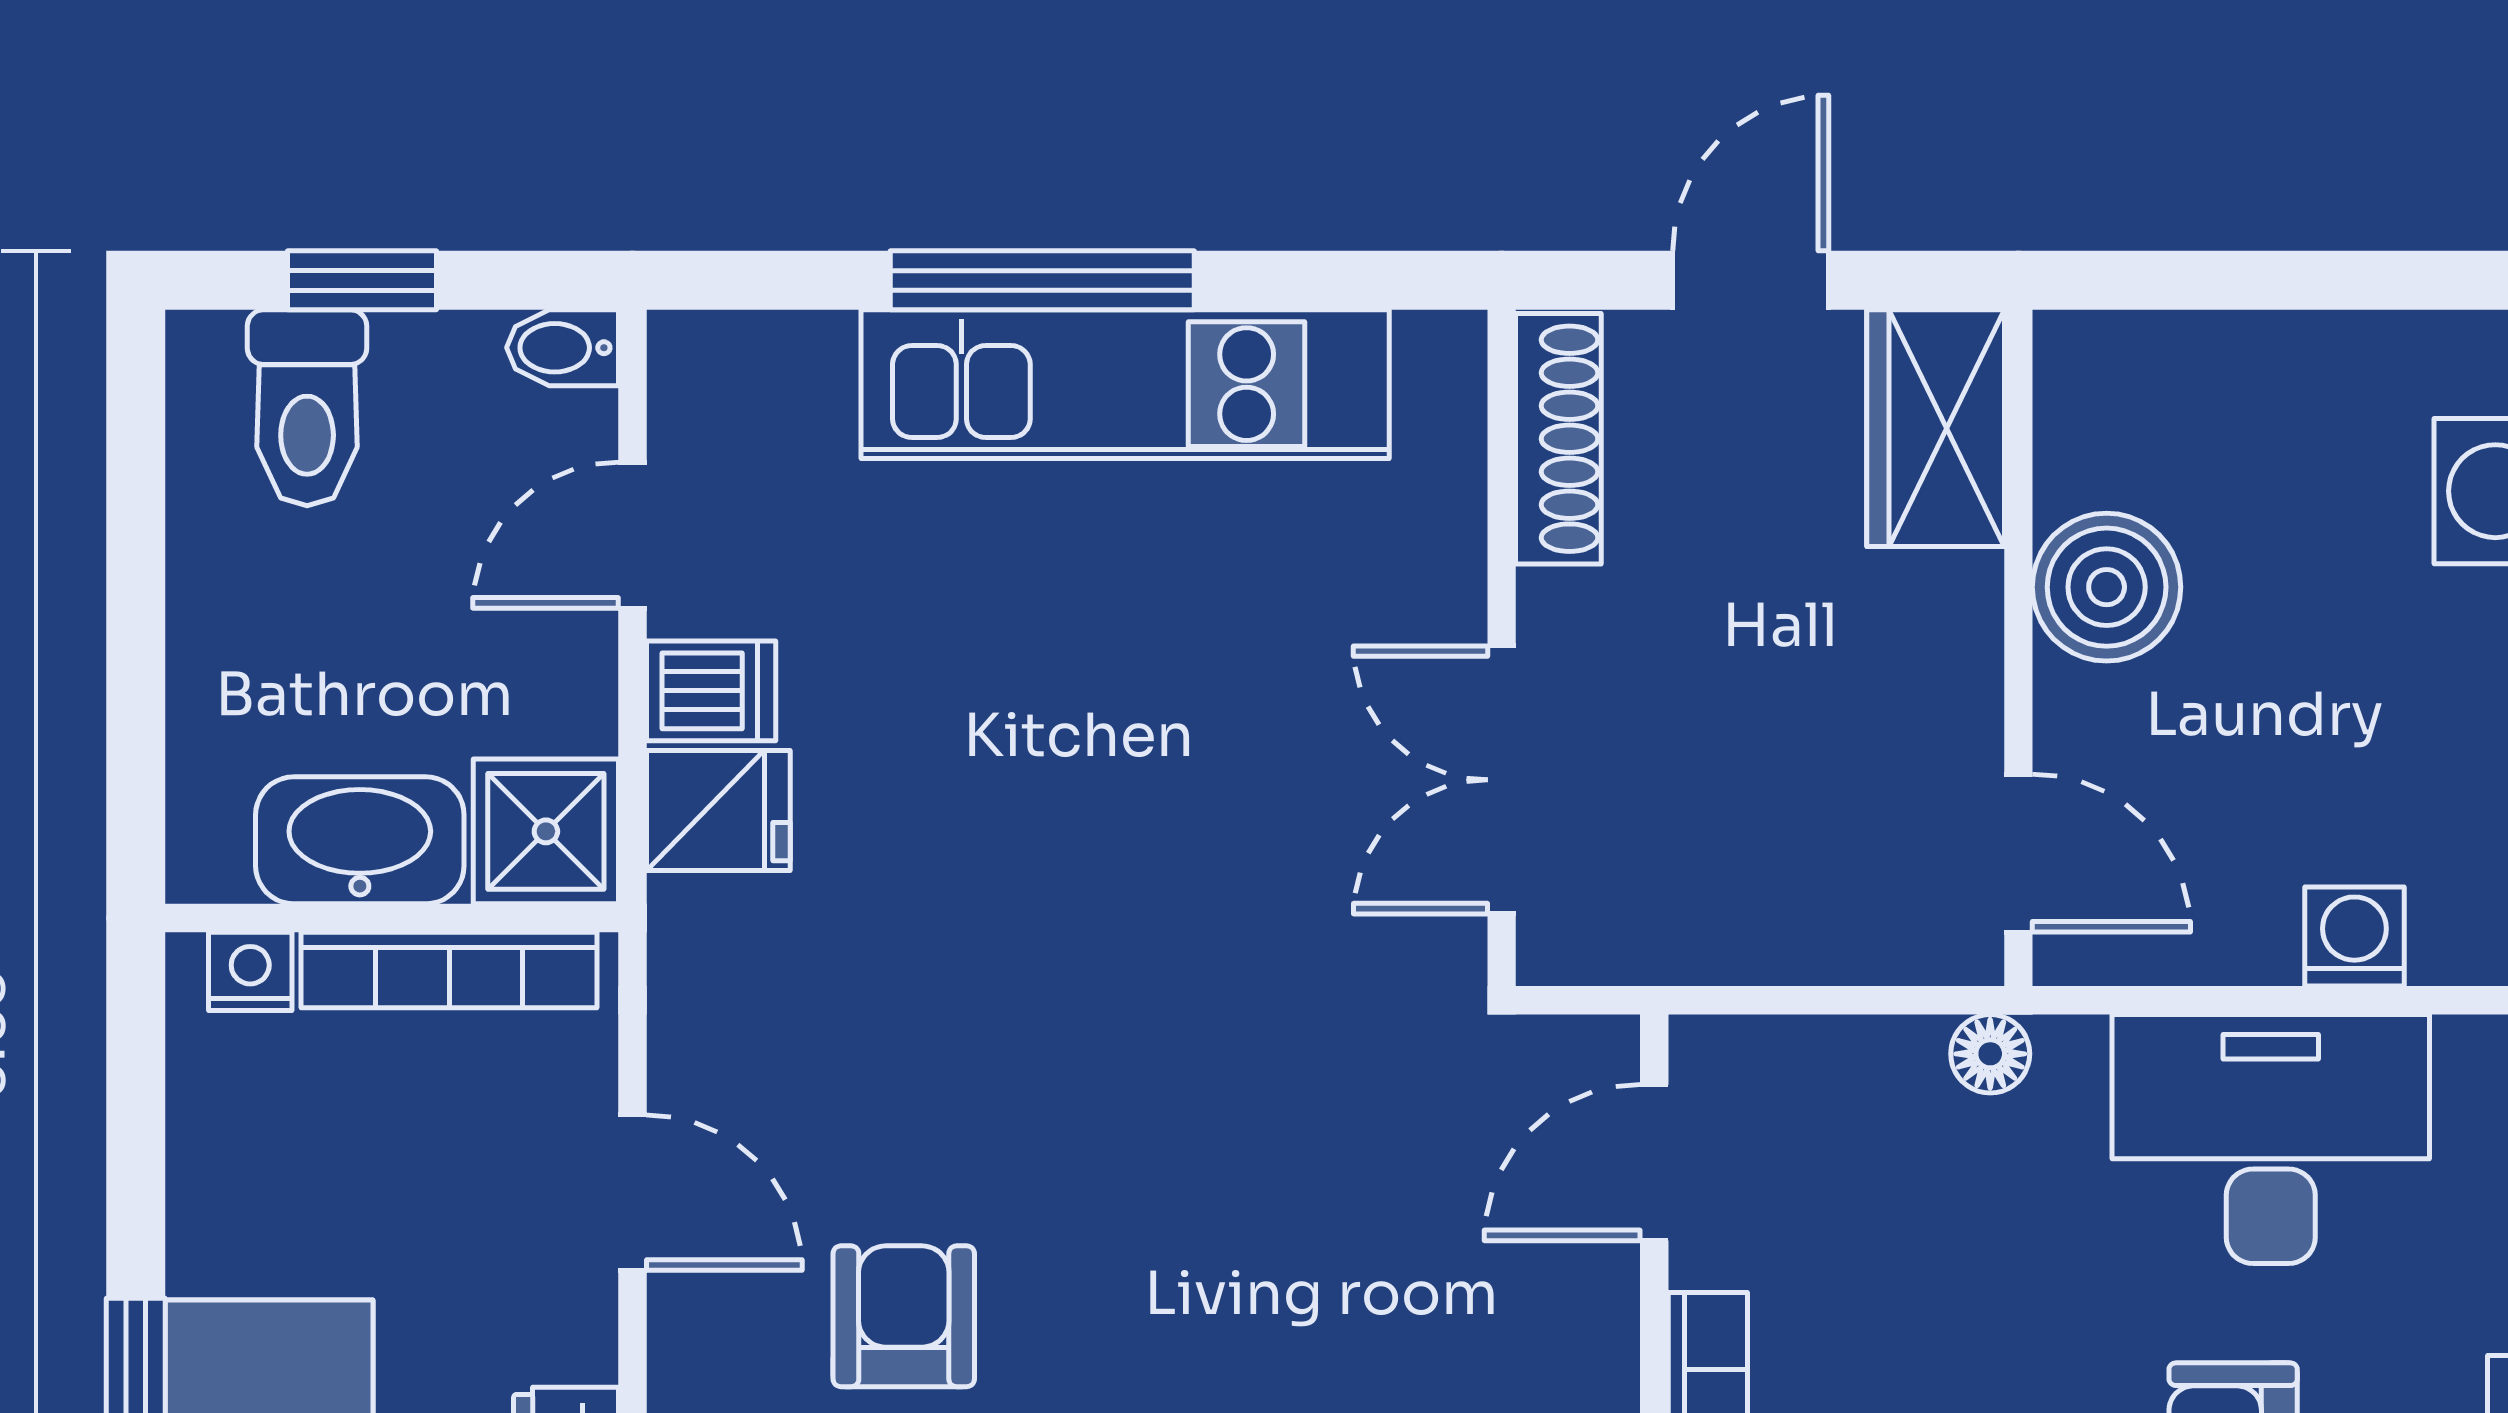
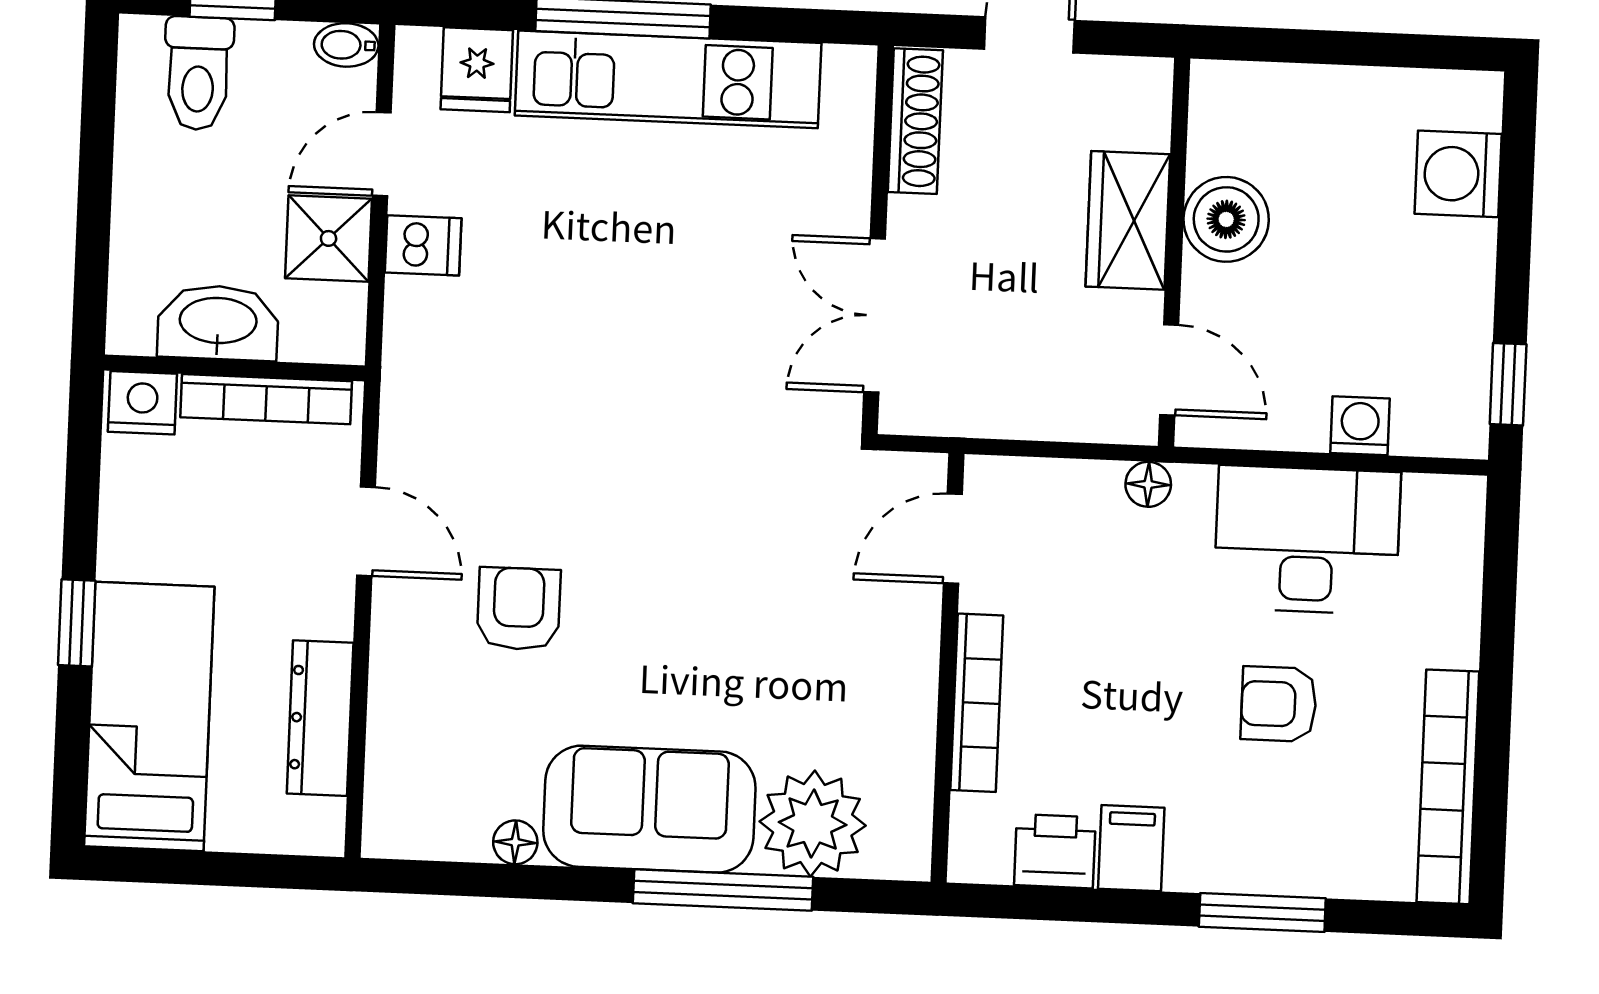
wardrobe: (1936, 428) -> (1128, 220), moved
fridge: (718, 810) -> (477, 70), moved, turned 90
shower: (546, 831) -> (329, 238), moved
nightstand: (250, 971) -> (142, 403), width x1.39, depth x1.35

